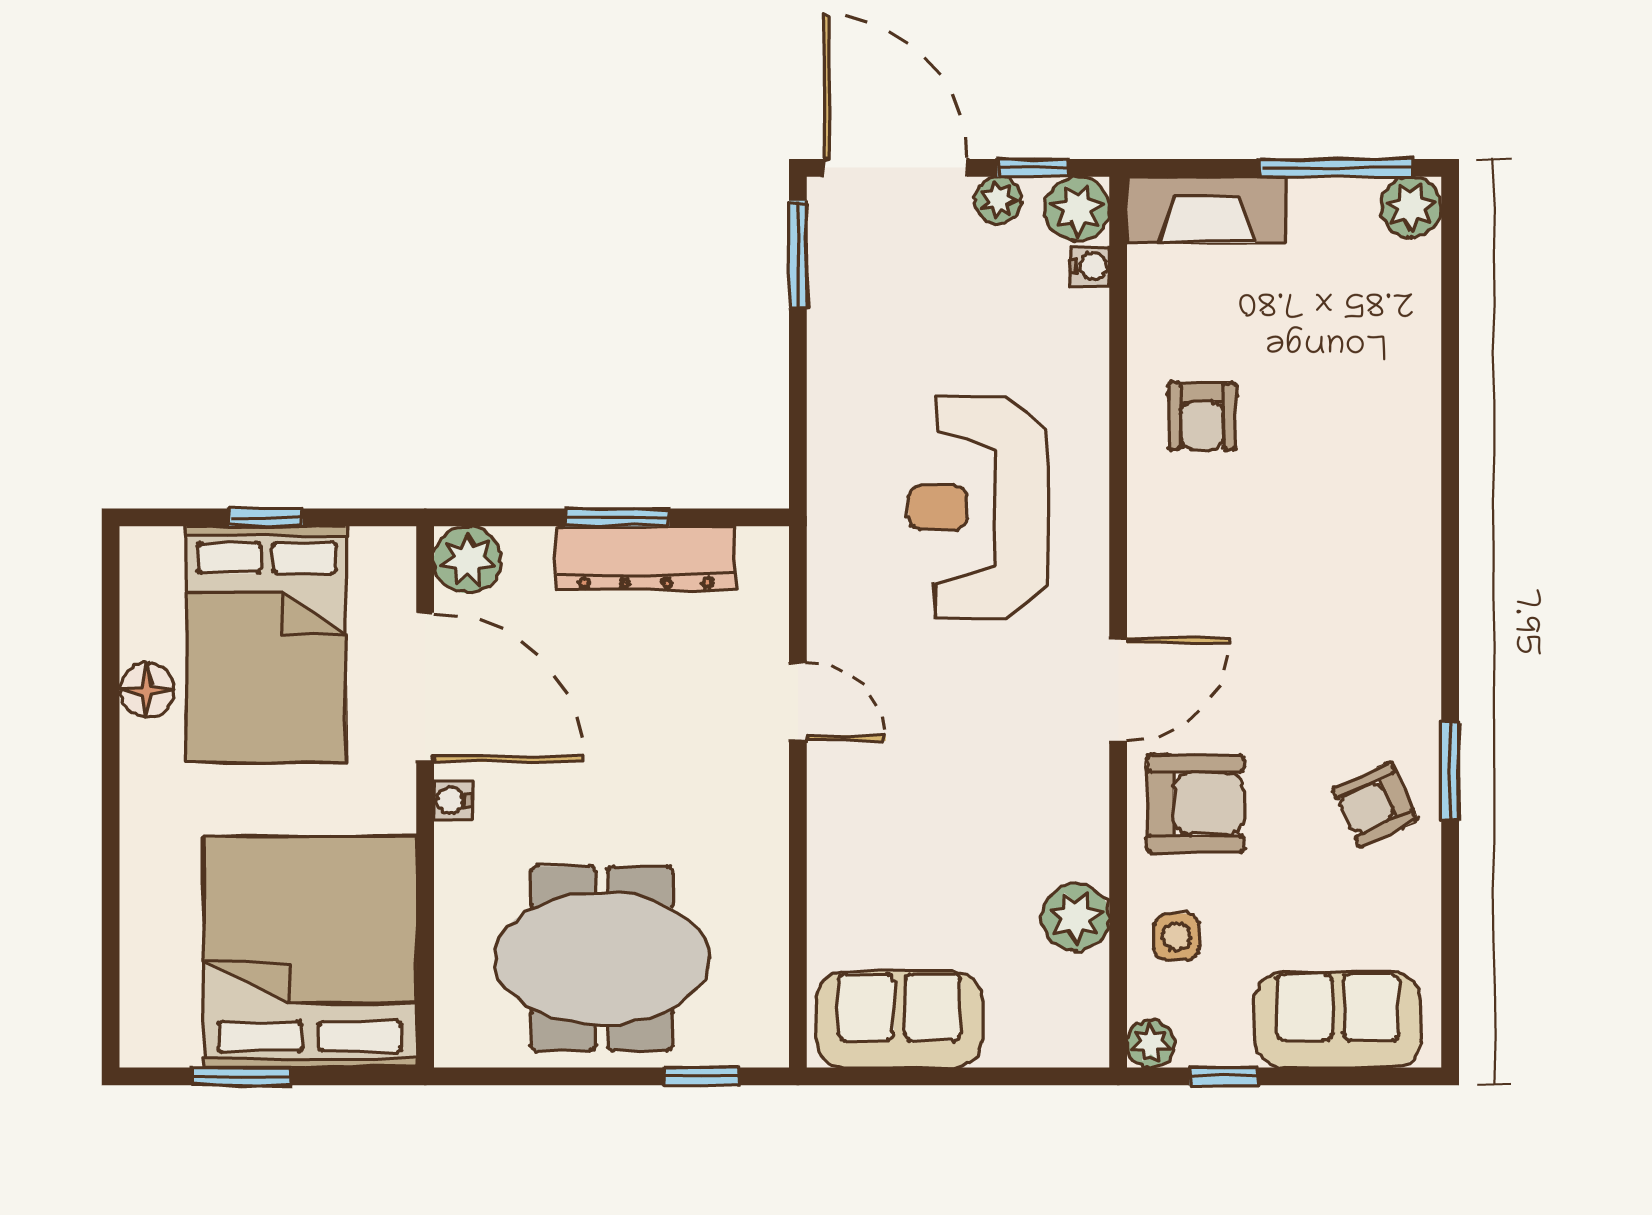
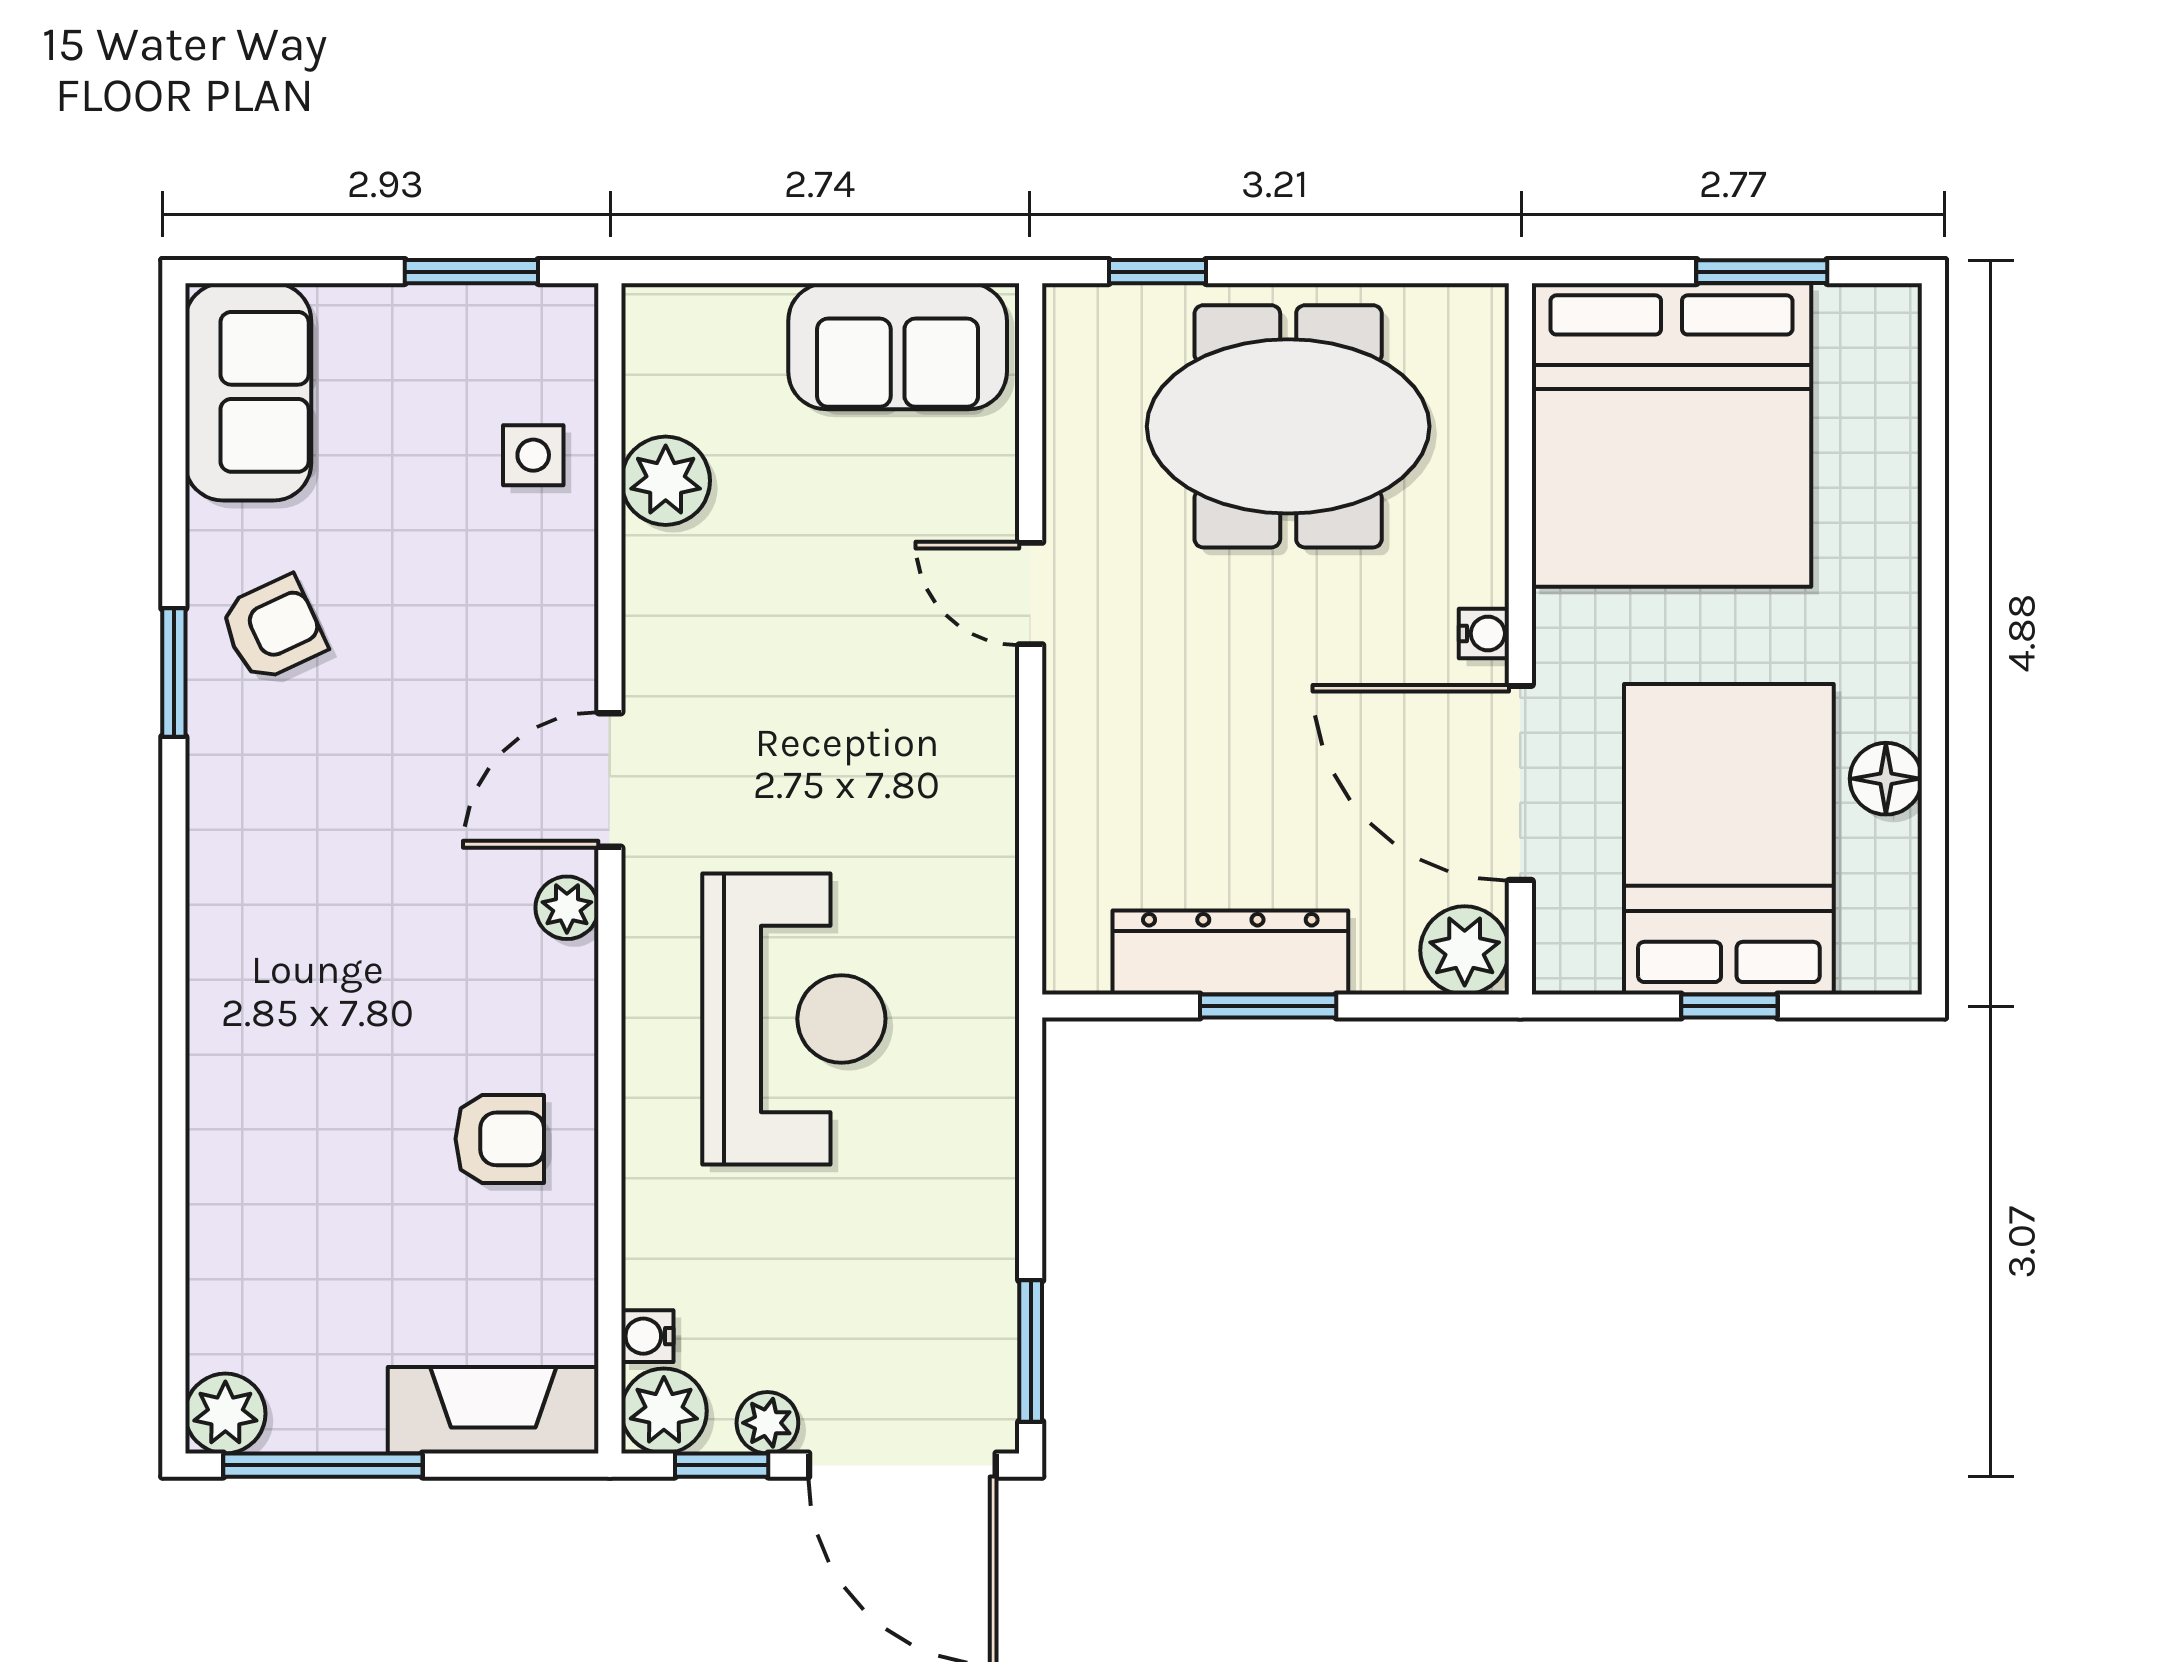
armchair: (1202, 416) -> (500, 1139), turned 90
door: (798, 701) -> (1031, 594), moved
armchair: (1195, 804) -> (509, 630), removed
sofa: (1338, 1020) -> (248, 392), moved, turned -90
plant: (1151, 1044) -> (567, 908), moved
window: (1224, 1076) -> (471, 272), width x1.50

